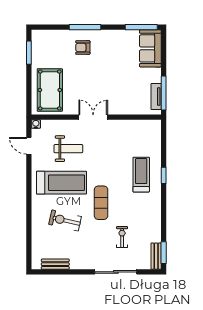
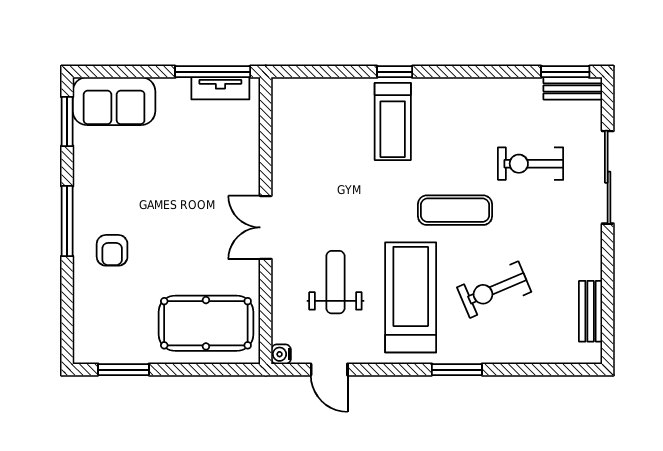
window: (85, 27) -> (67, 221), moved
window: (141, 27) -> (67, 121), width x0.69
door: (29, 146) -> (329, 370), hinge flipped
treadmill: (141, 175) -> (393, 121), turned -90
window: (29, 204) -> (457, 370), added
exercise bike: (65, 220) -> (494, 290), turned 54
exercise bike: (122, 237) -> (531, 164), width x1.38, depth x1.39

